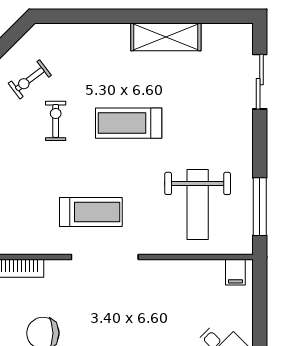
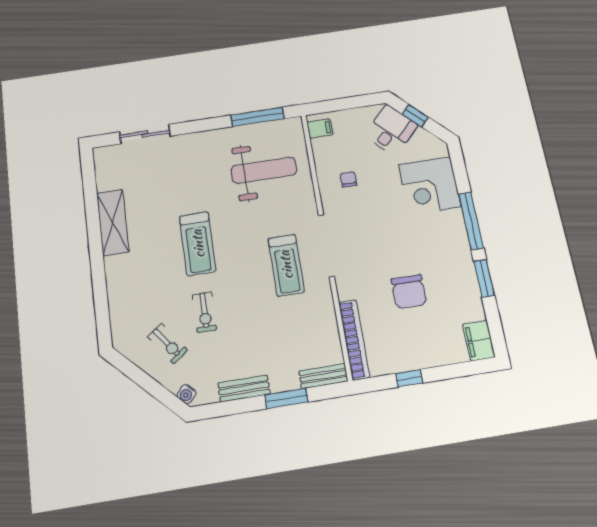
exercise bike: (56, 121) -> (205, 312), turned -90
treadmill: (91, 212) -> (286, 265), turned 180
chair: (173, 293) -> (348, 179), added

